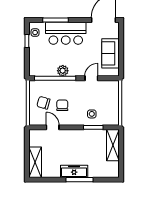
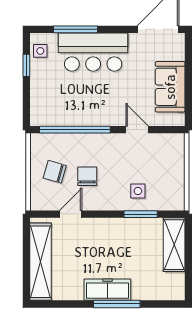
plant: (63, 71) -> (88, 117), removed
door: (91, 78) -> (137, 130), hinge flipped
door: (53, 127) -> (71, 214), hinge flipped
shelving: (35, 162) -> (40, 262), width x1.47

